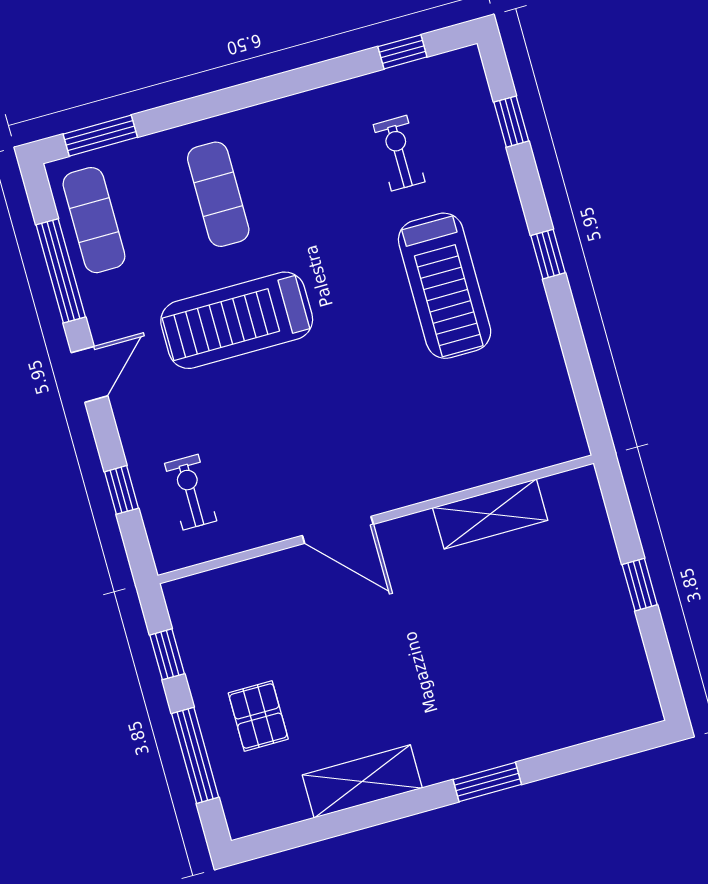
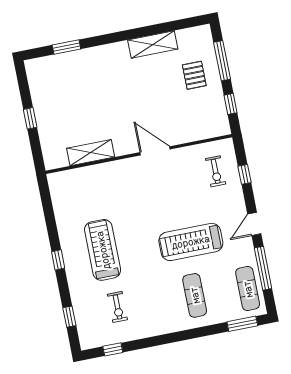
treadmill: (237, 320) -> (191, 242), turned 180
window: (487, 782) -> (66, 47), moved

